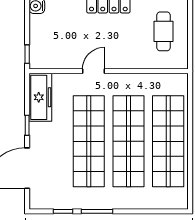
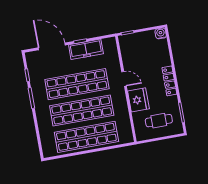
fridge: (128, 56) -> (138, 100), added
freezer: (40, 97) -> (86, 49), moved

